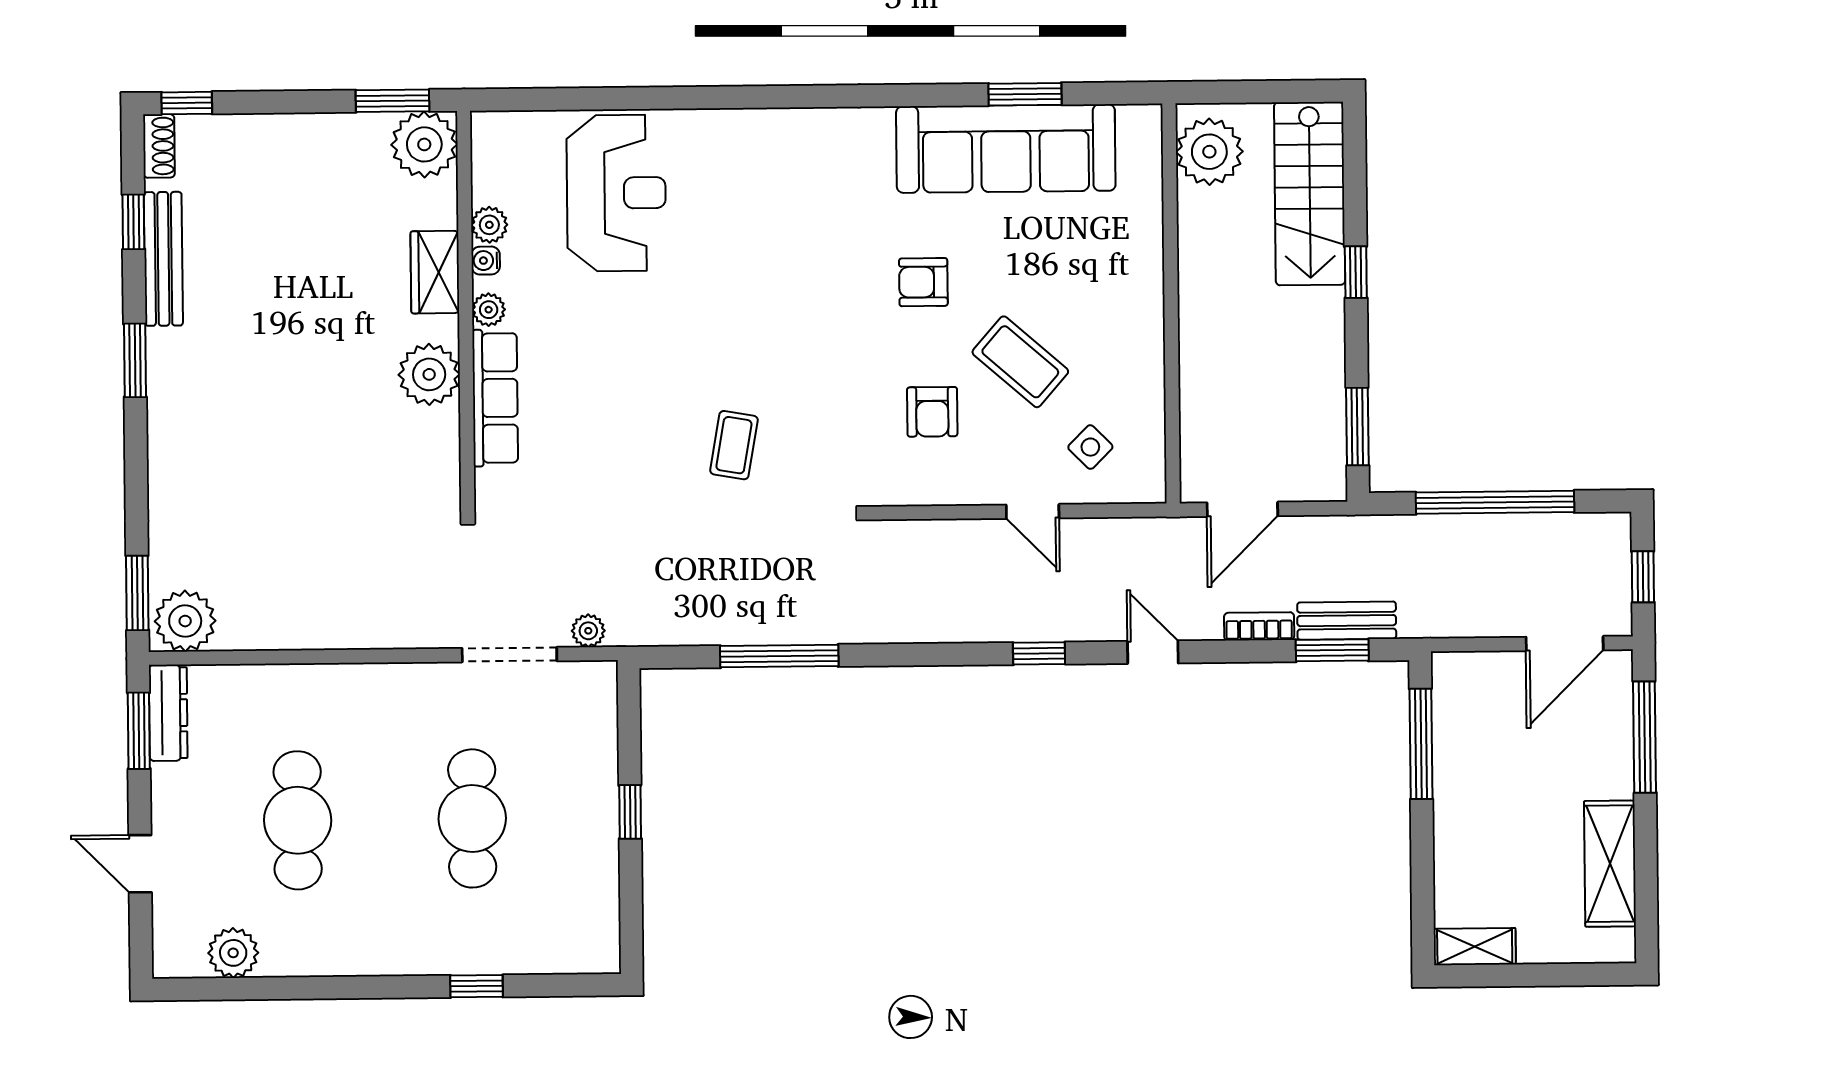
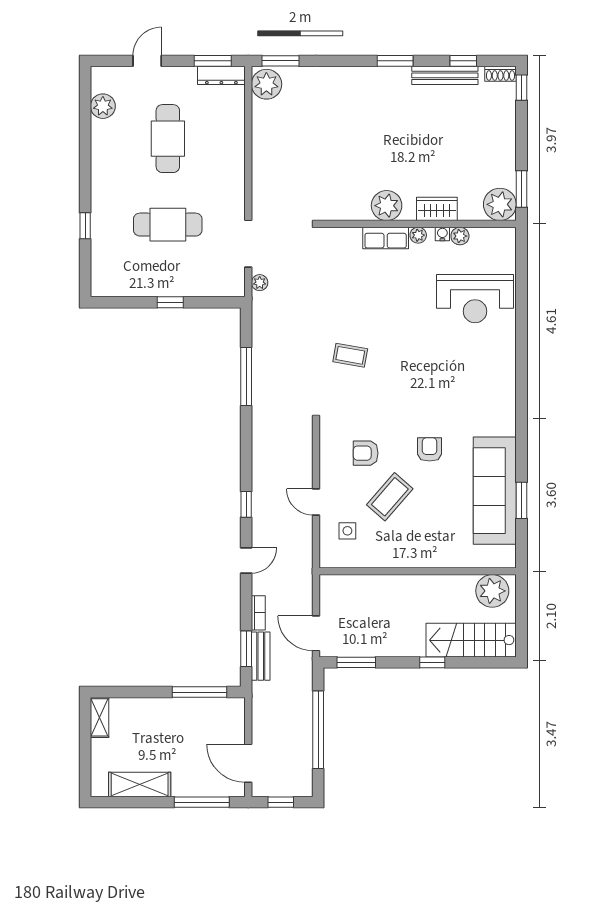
row of seats: (495, 398) -> (386, 238), width x0.68
side table: (1090, 447) -> (347, 531), turned 45
door: (1242, 509) -> (316, 633), moved
door: (1033, 511) -> (316, 502), hinge flipped
cafe table: (298, 820) -> (168, 139), turned 90

